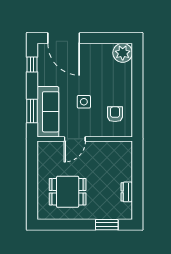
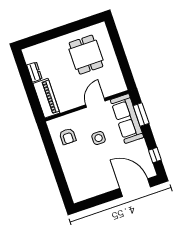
plant: (123, 53) -> (79, 192), removed
piano: (124, 161) -> (46, 98), added
dining table: (68, 192) -> (86, 55), turned 90
window: (107, 225) -> (42, 38), removed

